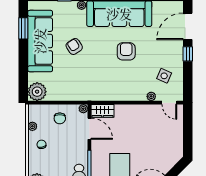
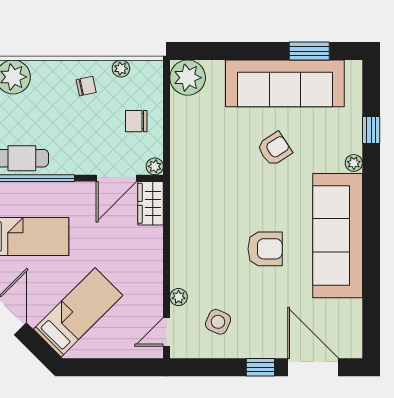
bed: (159, 149) -> (78, 312), added

